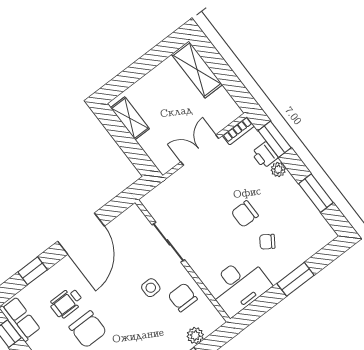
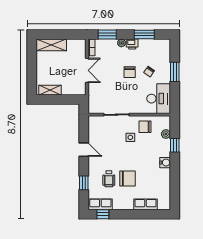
double door: (200, 150) -> (87, 70), swing flipped
printer: (265, 155) -> (132, 44), moved
door: (81, 234) -> (84, 150), width x0.53

